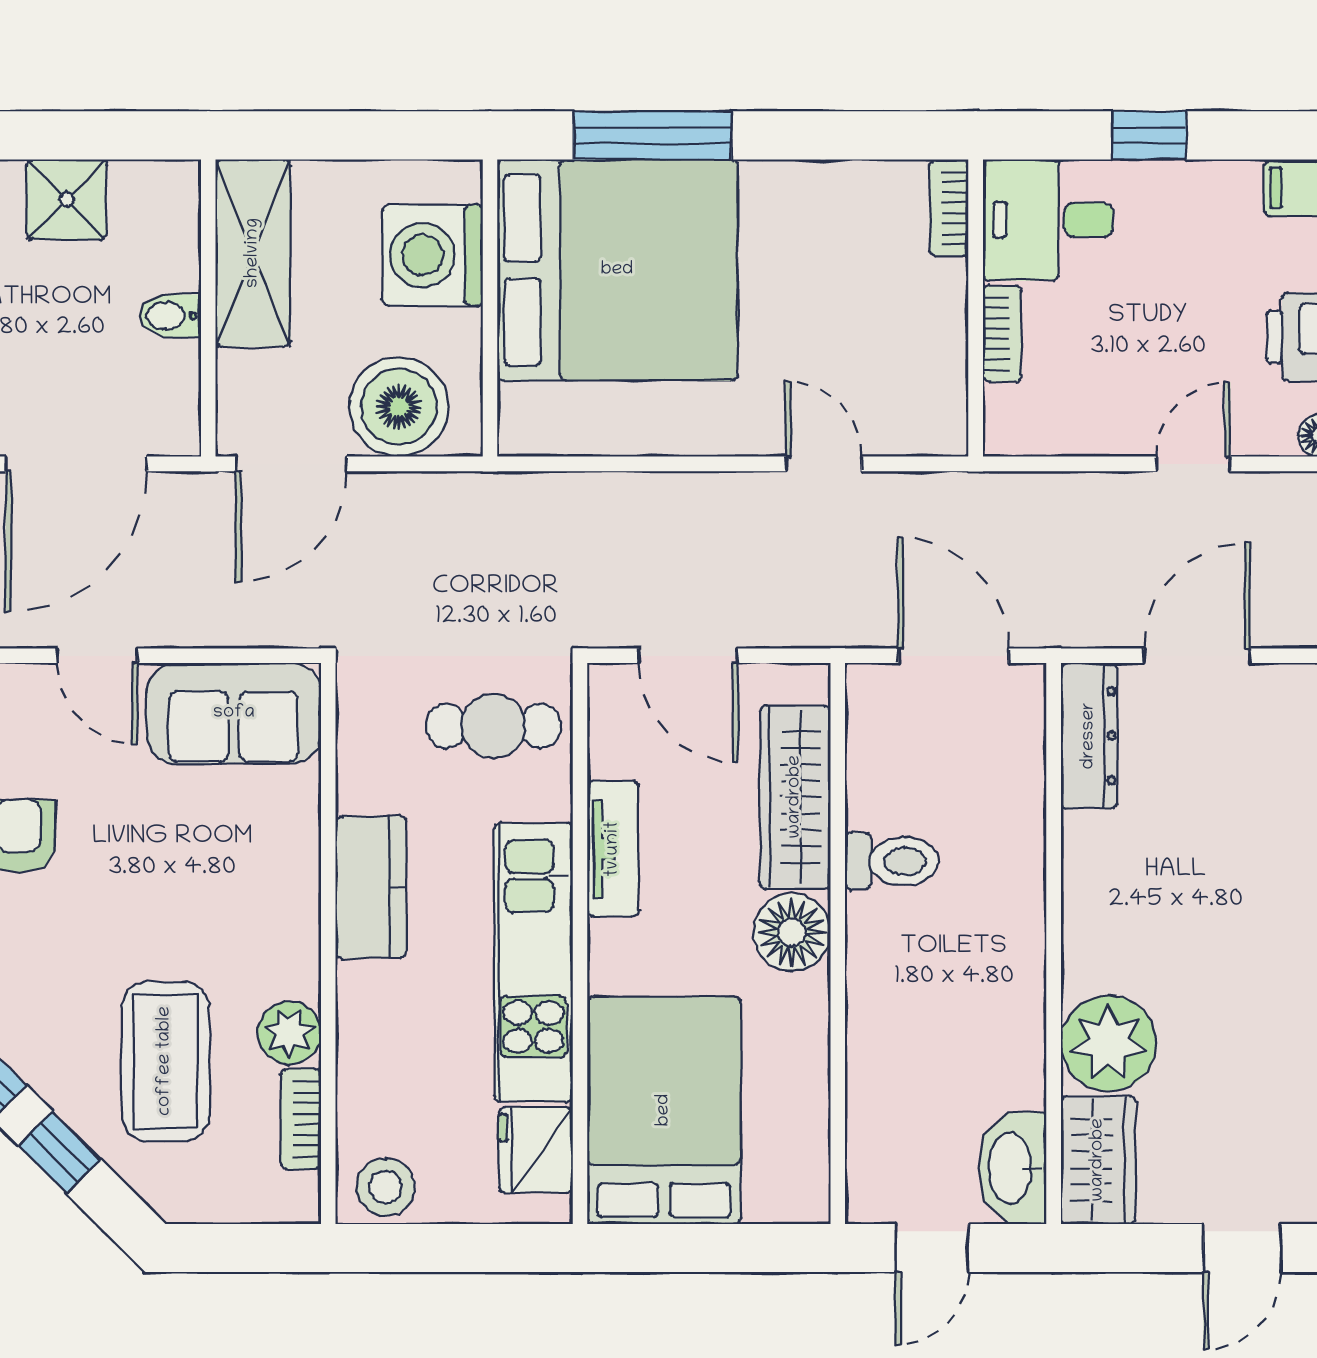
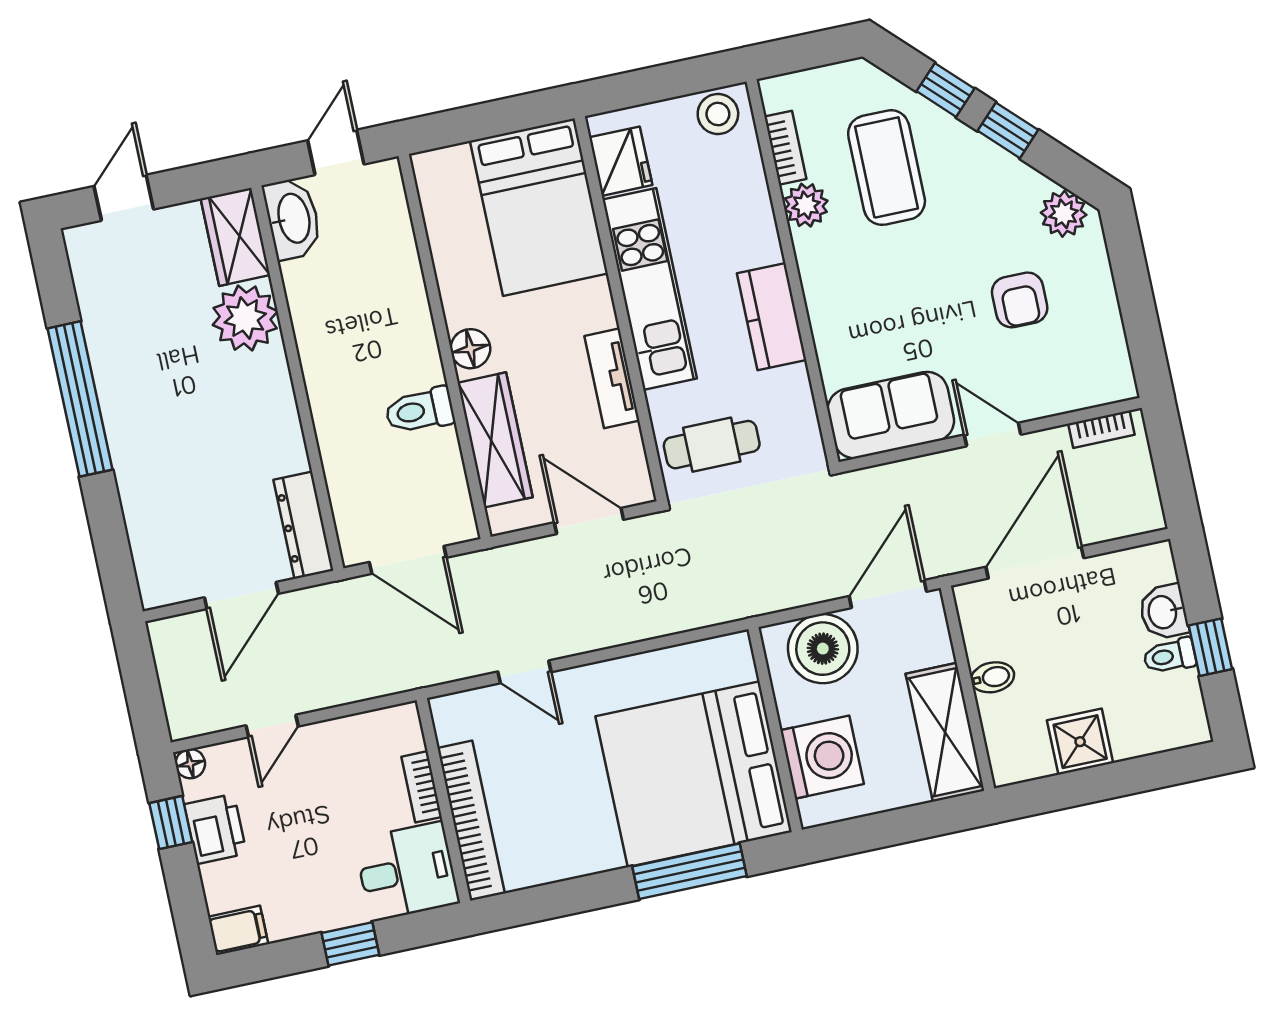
bookcase: (949, 208) -> (471, 821), width x2.31, depth x1.31
floor lamp: (792, 933) -> (470, 349), width x0.73, depth x0.73

